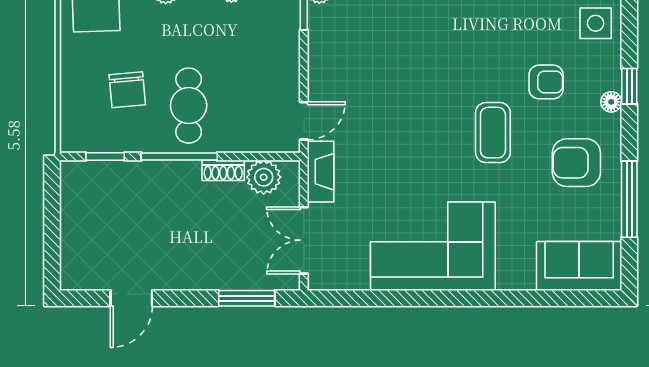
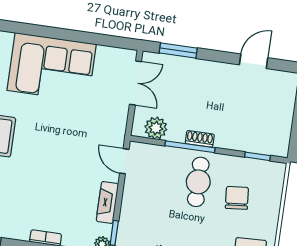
door: (304, 121) -> (124, 161), hinge flipped
window: (179, 156) -> (190, 147), moved
shoe rack: (223, 170) -> (200, 139), moved
fireplace: (321, 172) -> (107, 202), moved

